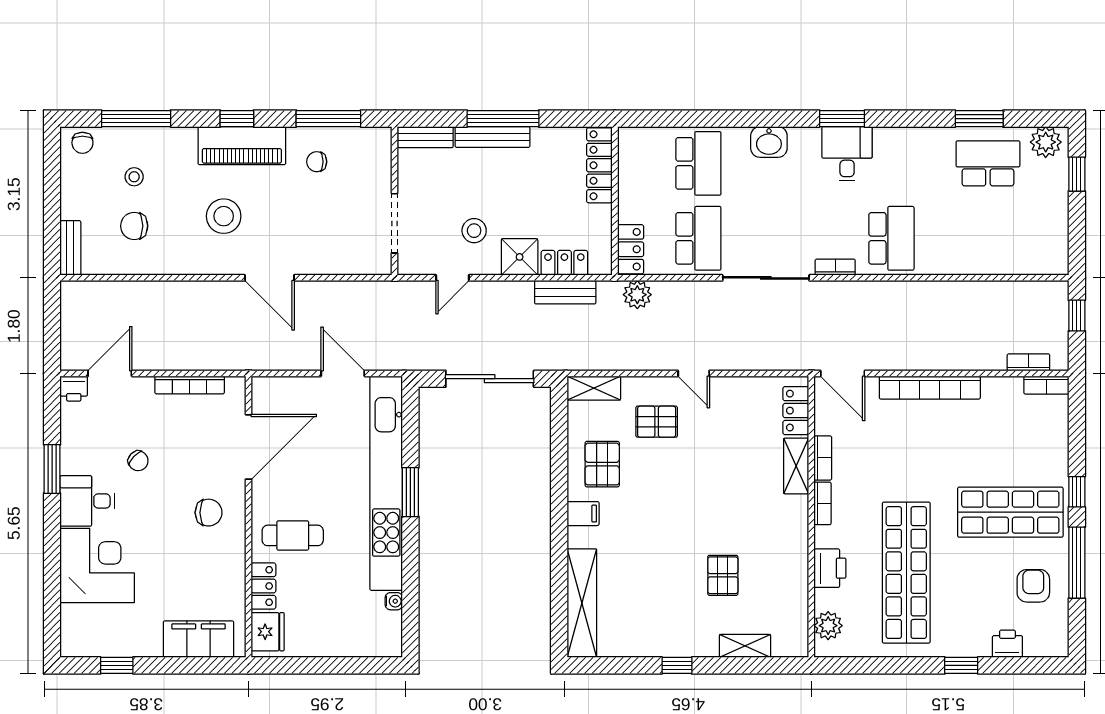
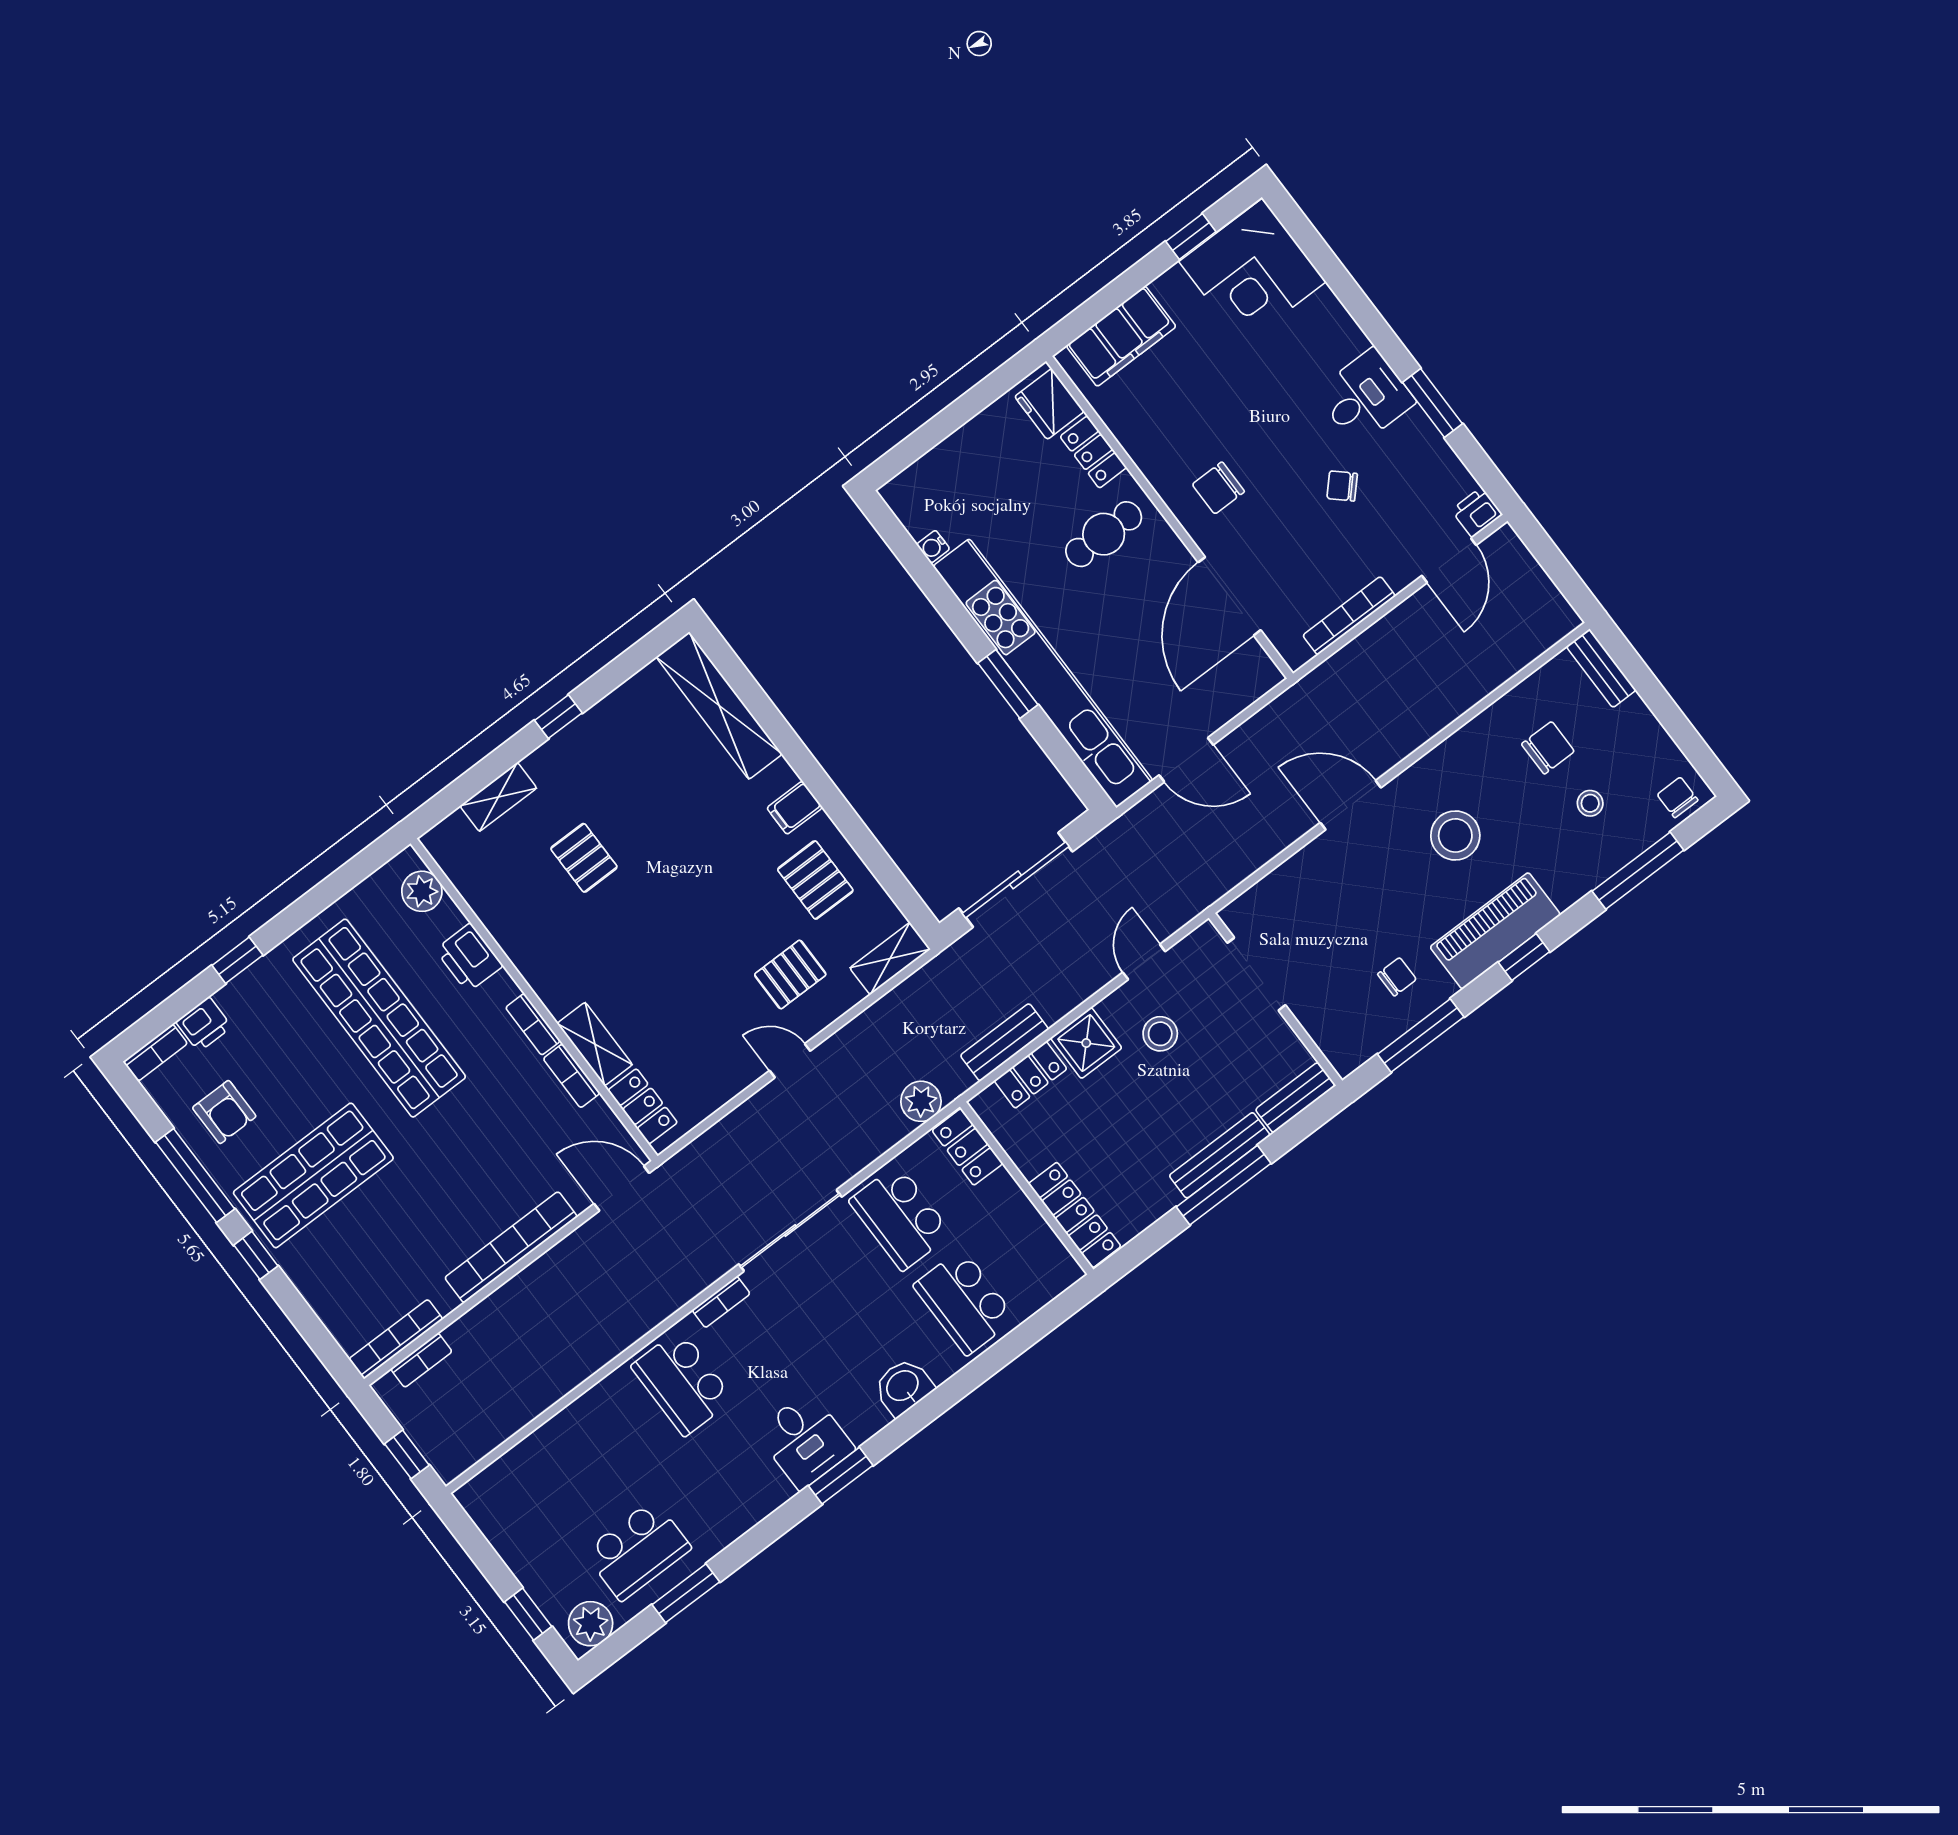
bookcase: (1046, 385) -> (396, 1339), width x1.56
corner desk: (97, 566) -> (1252, 272), moved
bookcase: (1047, 649) -> (155, 1053), added

